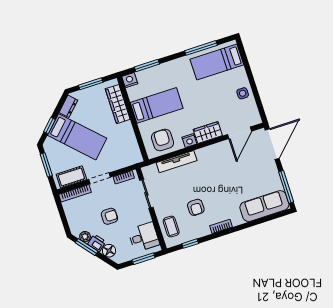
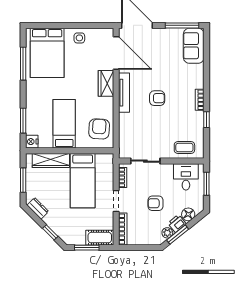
bed: (217, 62) -> (47, 53), width x1.50
door: (240, 133) -> (116, 53), width x1.36
bed: (77, 137) -> (83, 181), moved, turned 135
armchair: (162, 140) -> (99, 129), turned 93
nightstand: (189, 141) -> (108, 103), removed
tv unit: (177, 162) -> (124, 93), moved
cot: (71, 177) -> (100, 238), moved, turned 90
sofa: (264, 206) -> (194, 46), width x0.73
armchair: (196, 207) -> (157, 98), moved
armchair: (109, 216) -> (155, 203), turned -90
window: (190, 244) -> (207, 120), moved

